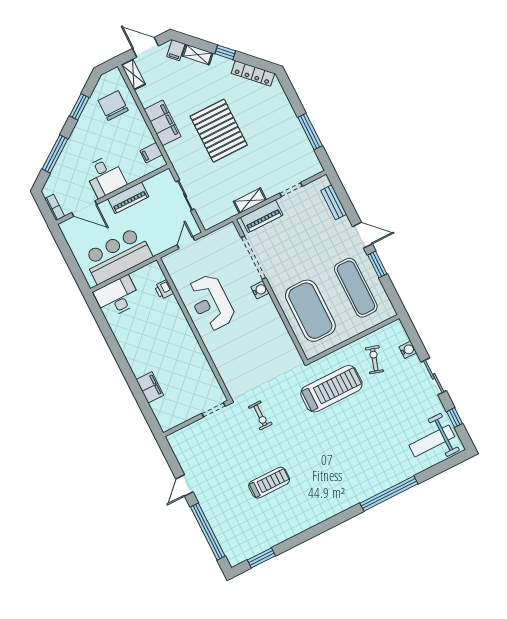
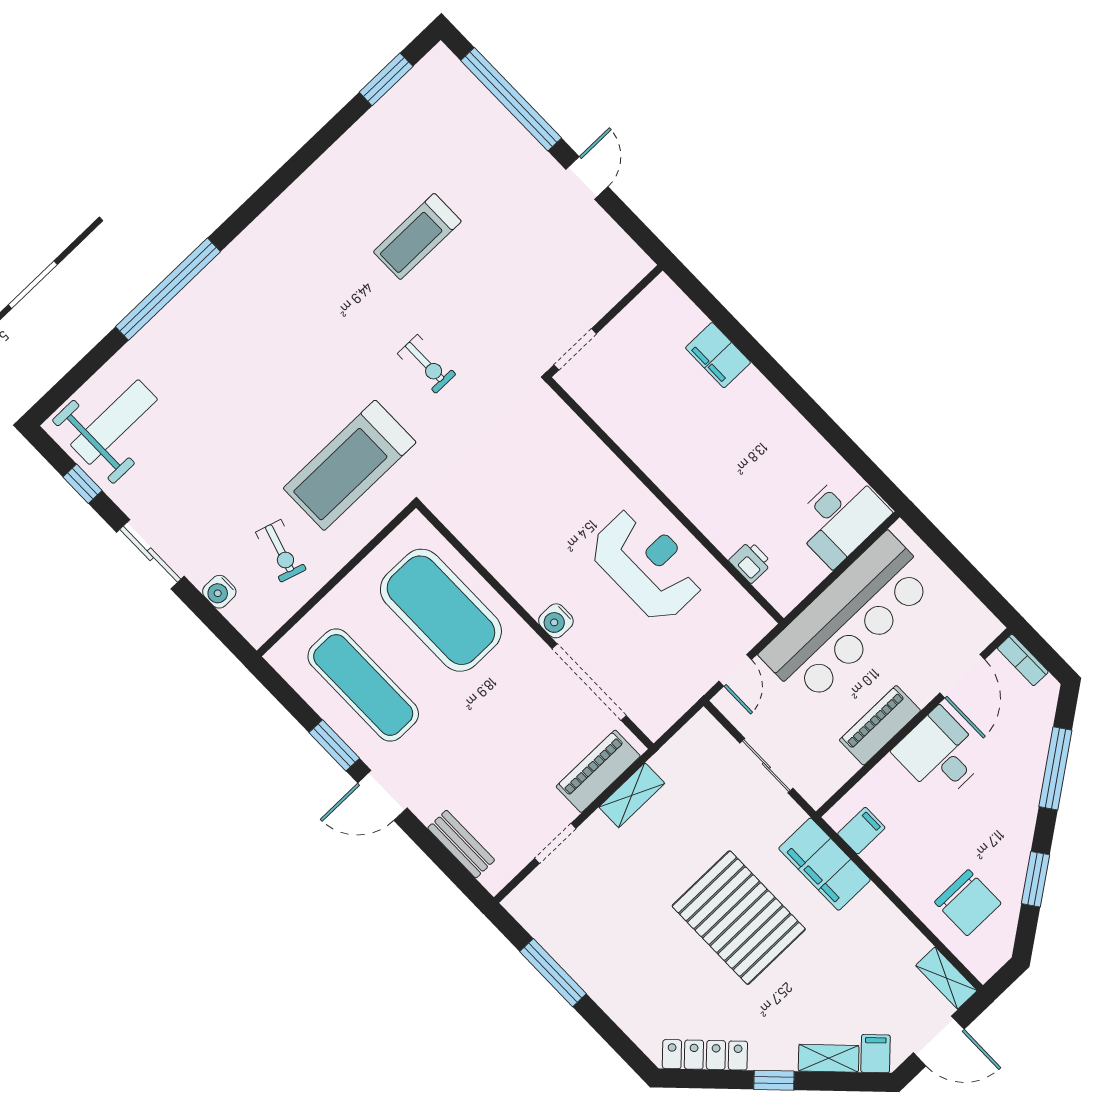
filing cabinet: (162, 123) -> (824, 864), moved
door: (84, 209) -> (962, 676), swing flipped
bar counter: (118, 256) -> (848, 618), width x1.36
exercise bike: (260, 415) -> (427, 364), moved, turned 180

